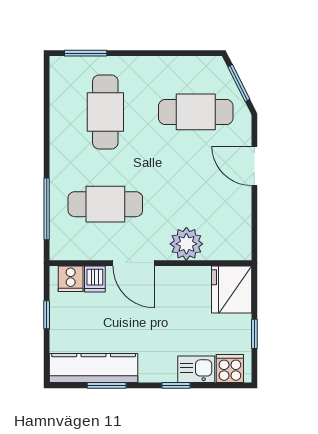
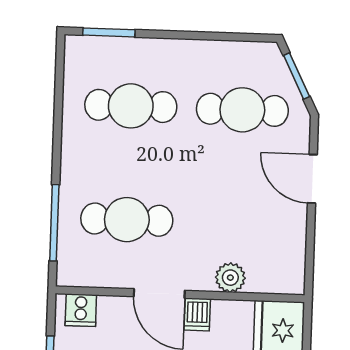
cafe table: (105, 112) -> (131, 106), turned 90
plant: (186, 244) -> (230, 278), width x0.73, depth x0.73
dishwasher: (95, 279) -> (197, 314), moved

